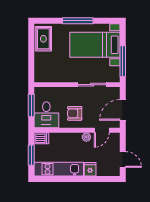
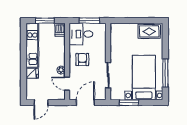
window: (78, 21) -> (165, 73), moved
window: (123, 61) -> (129, 103), width x0.69
door: (123, 110) -> (85, 103), hinge flipped

